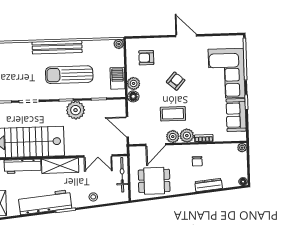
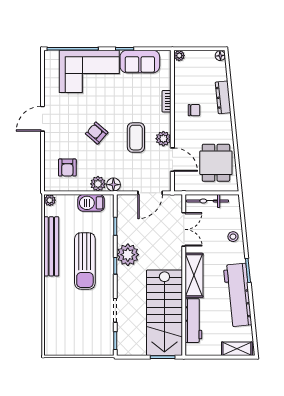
bench: (57, 47) -> (51, 246), moved
plant: (187, 136) -> (163, 122), removed

